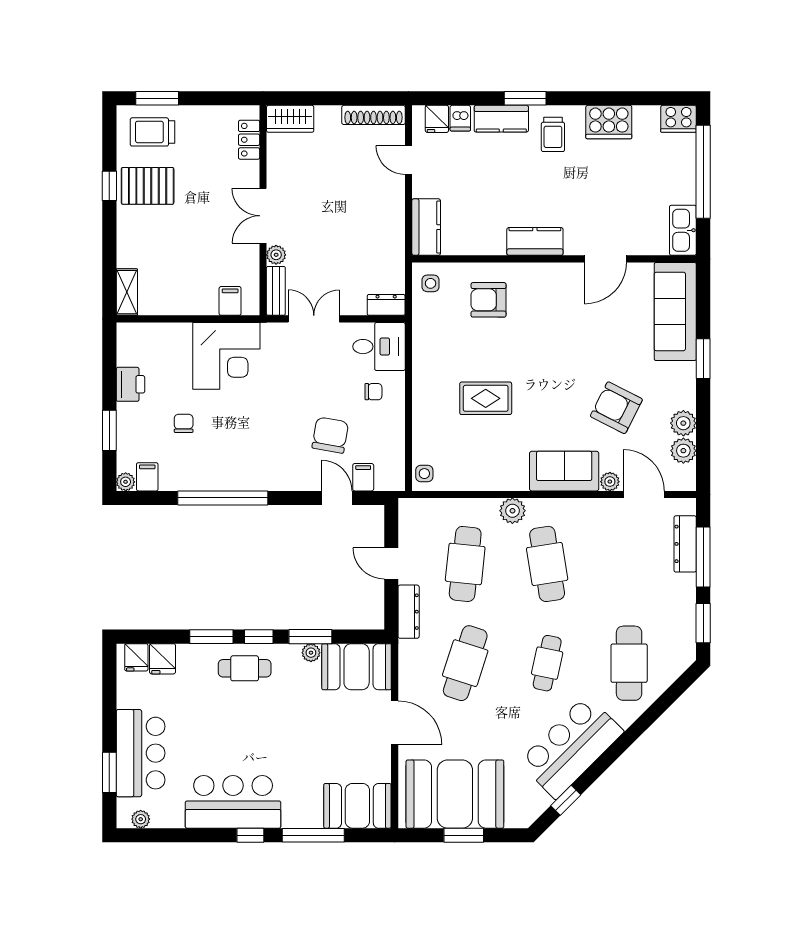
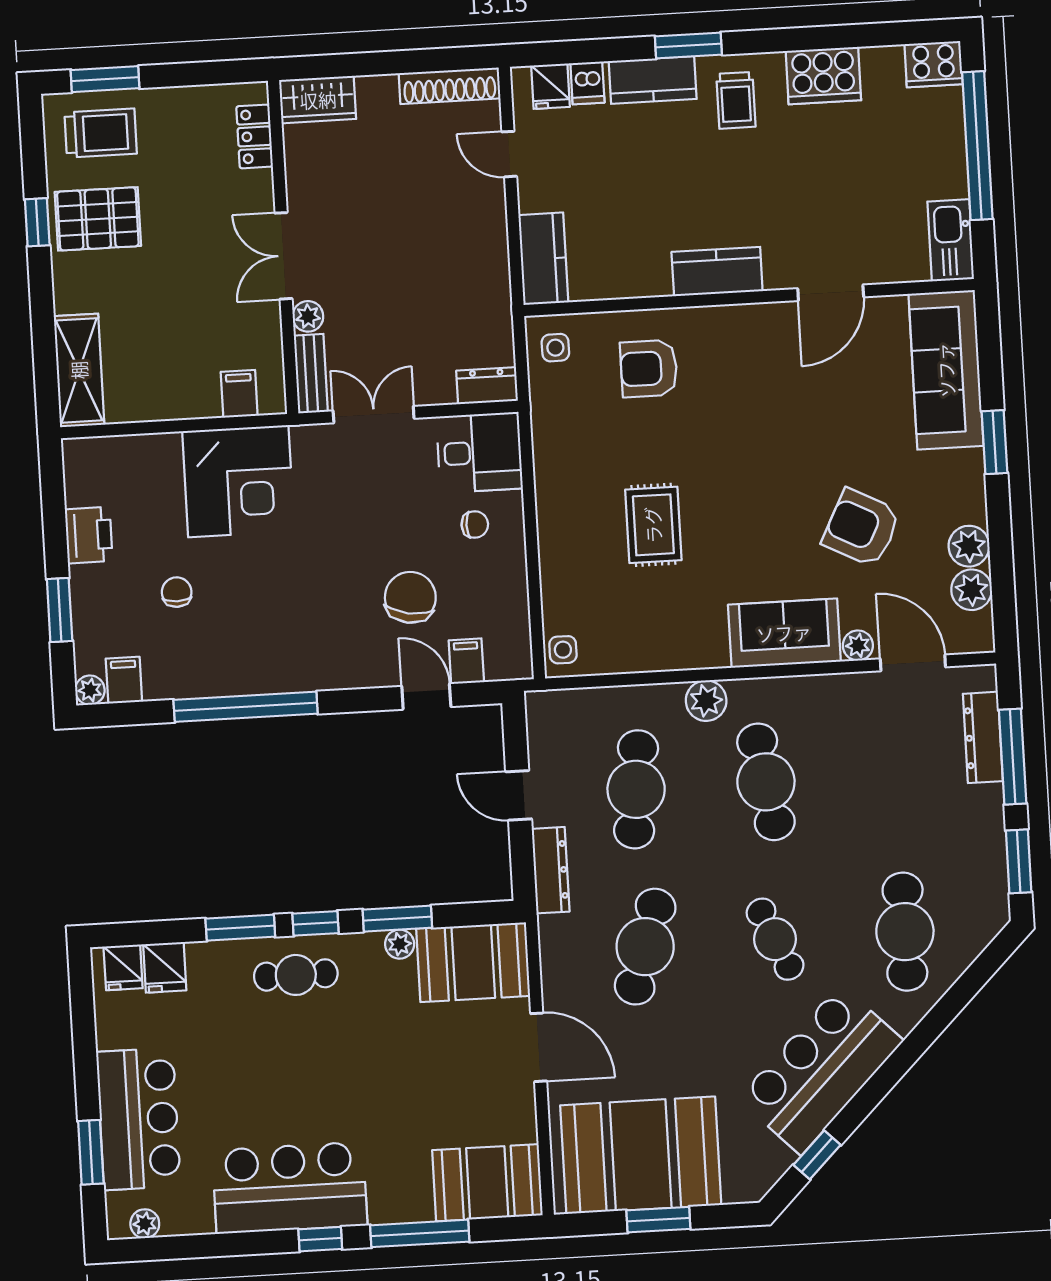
trolley: (152, 132) -> (101, 133), turned 180
shelving: (127, 292) -> (79, 370), width x1.50, depth x1.33
rug: (486, 398) -> (653, 525), turned 90
cafe table: (547, 663) -> (775, 939), turned -36

